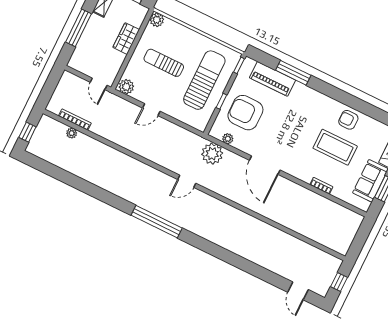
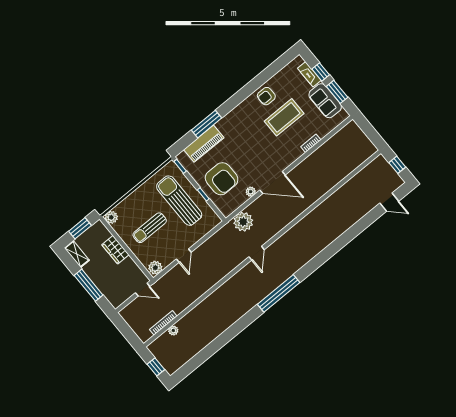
armchair: (245, 113) -> (222, 179), turned -90
plant: (228, 139) -> (251, 192), moved

